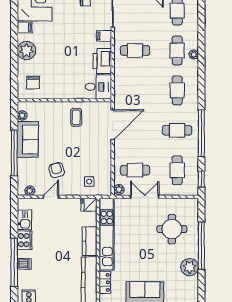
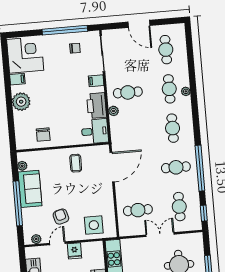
chair: (33, 82) -> (43, 135), moved
side table: (89, 182) -> (94, 225), width x1.87, depth x1.87
plant: (119, 190) -> (114, 111), moved
double door: (145, 197) -> (160, 235), moved
fridge: (89, 205) -> (74, 251), moved, turned -90

